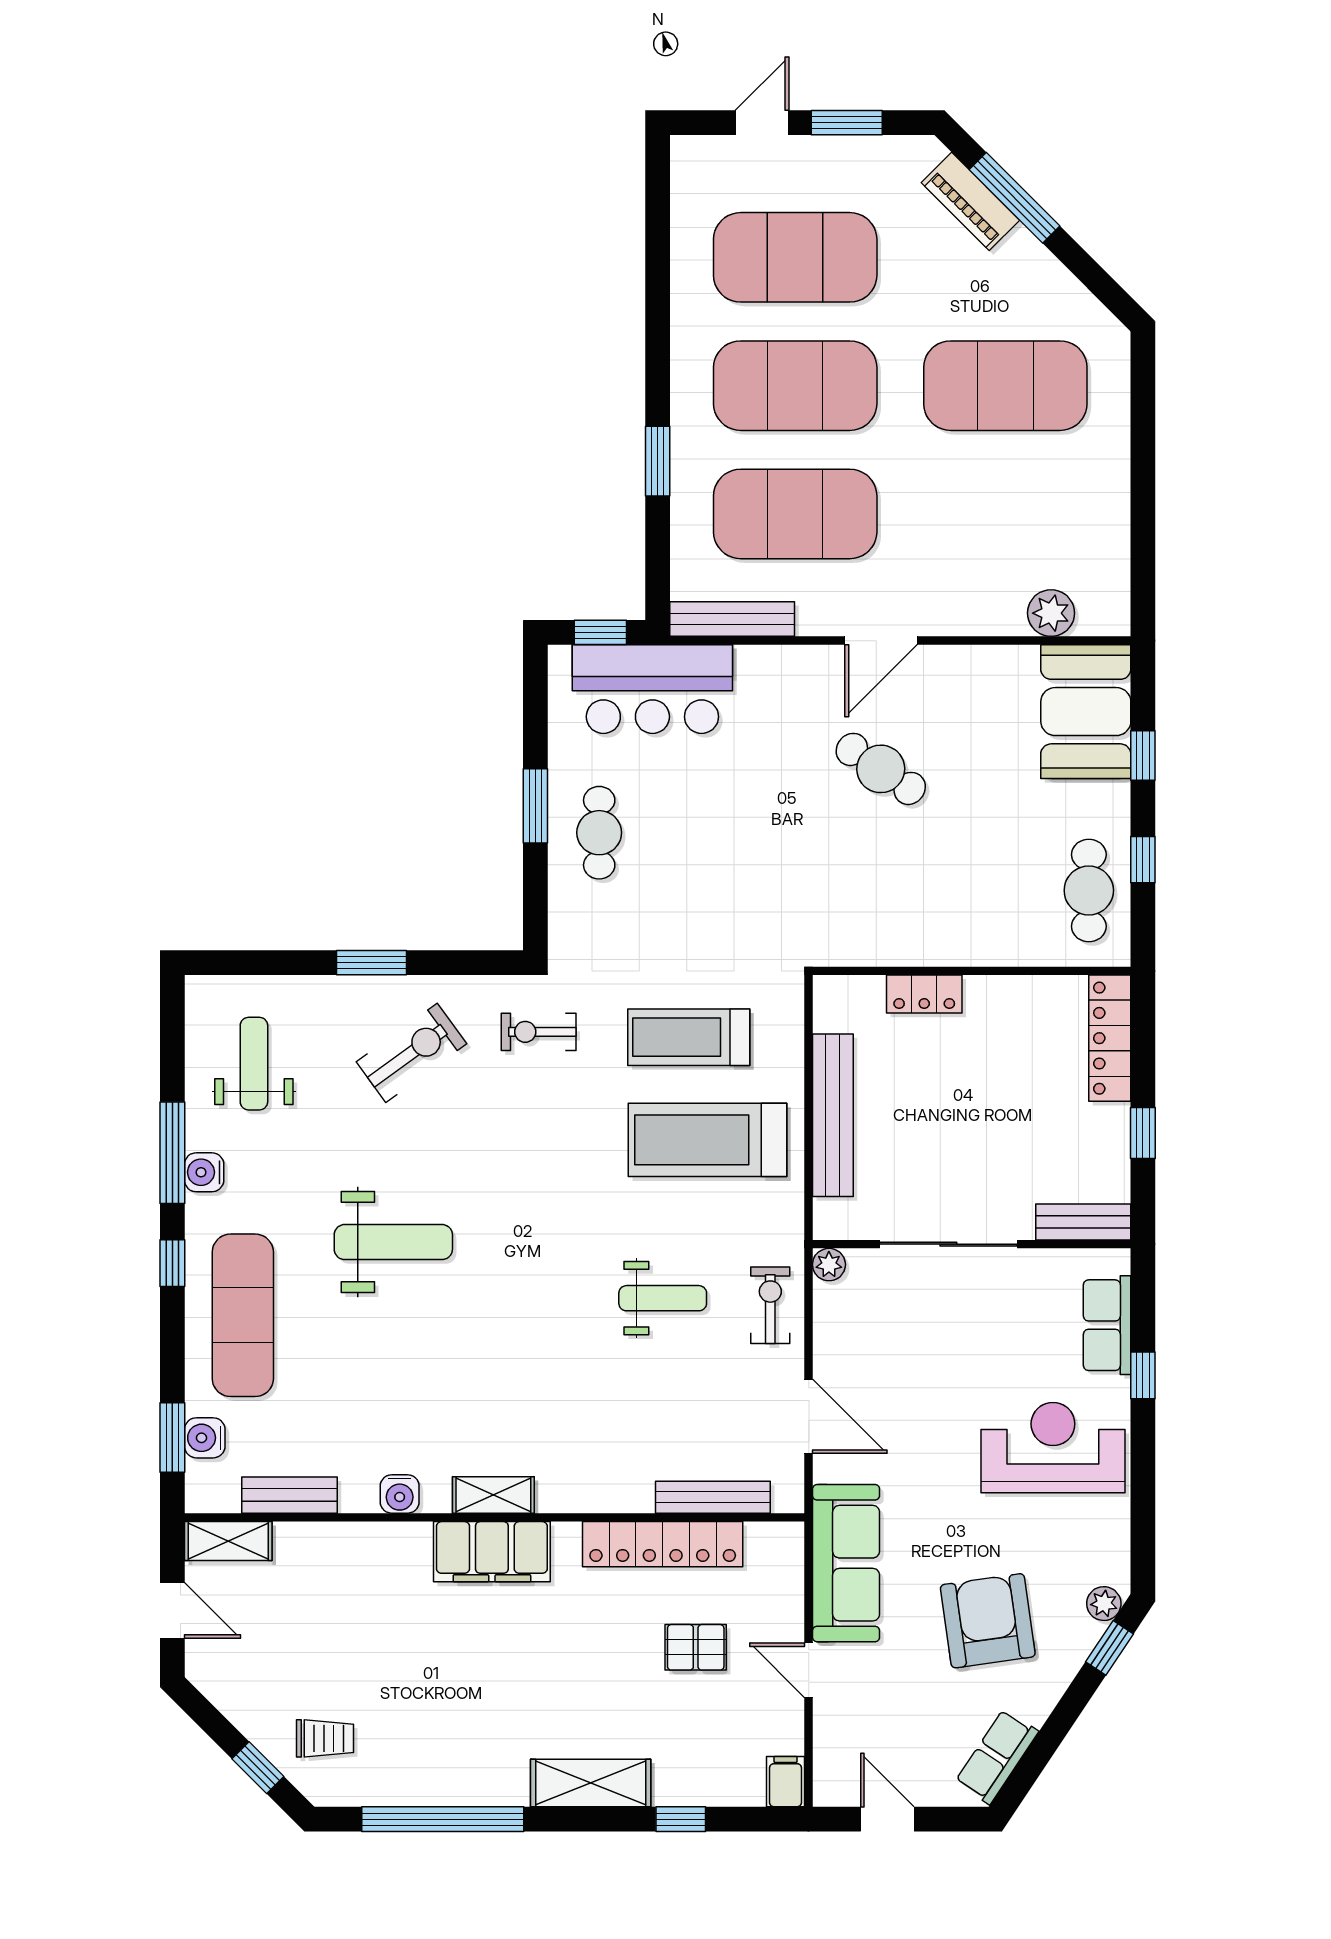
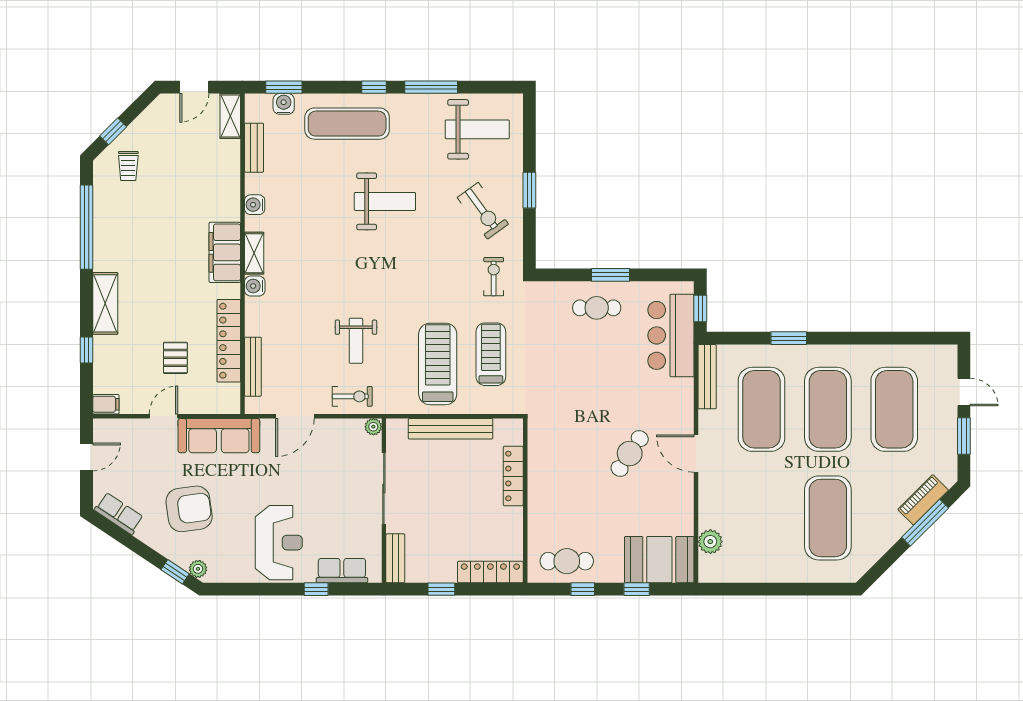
locker: (924, 994) -> (513, 476), width x1.53
weight bench: (254, 1064) -> (477, 129), width x1.36, depth x1.33
water cooler: (204, 1172) -> (255, 286), moved, turned -90
weight bench: (393, 1242) -> (385, 201), turned -90

